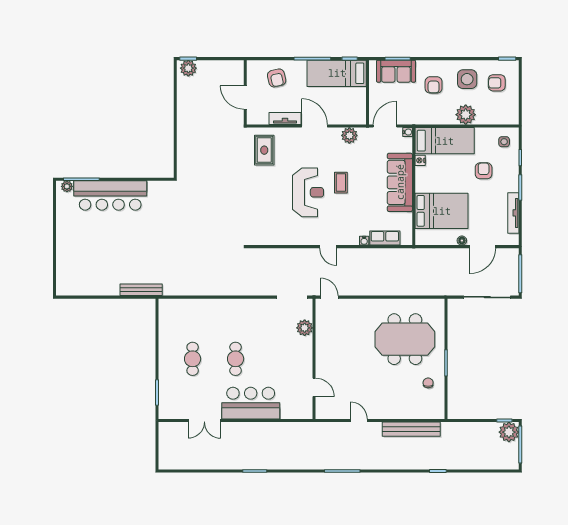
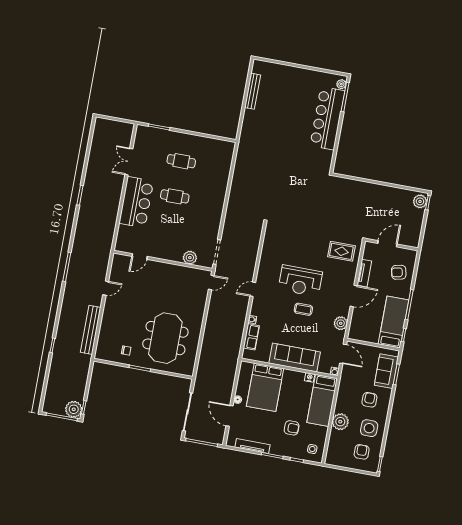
armchair: (434, 85) -> (369, 400), turned 90
bench: (141, 290) -> (253, 91), moved

